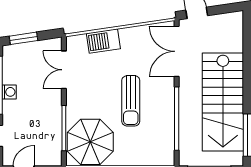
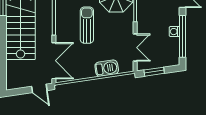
window: (24, 38) -> (154, 72), moved

